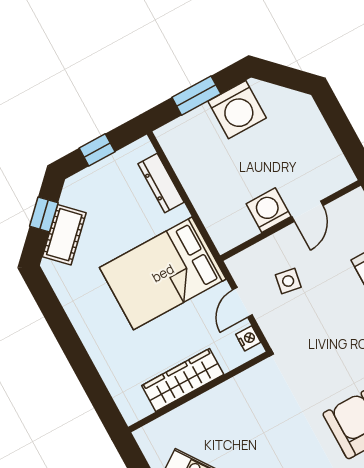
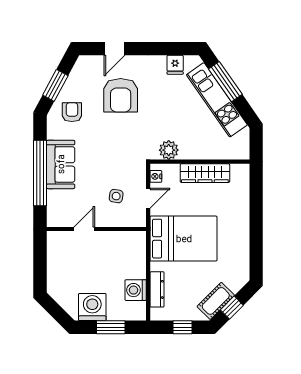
washing machine: (269, 210) -> (136, 290), moved, turned 90
cot: (64, 235) -> (216, 301), moved
plant: (250, 384) -> (169, 150), added

